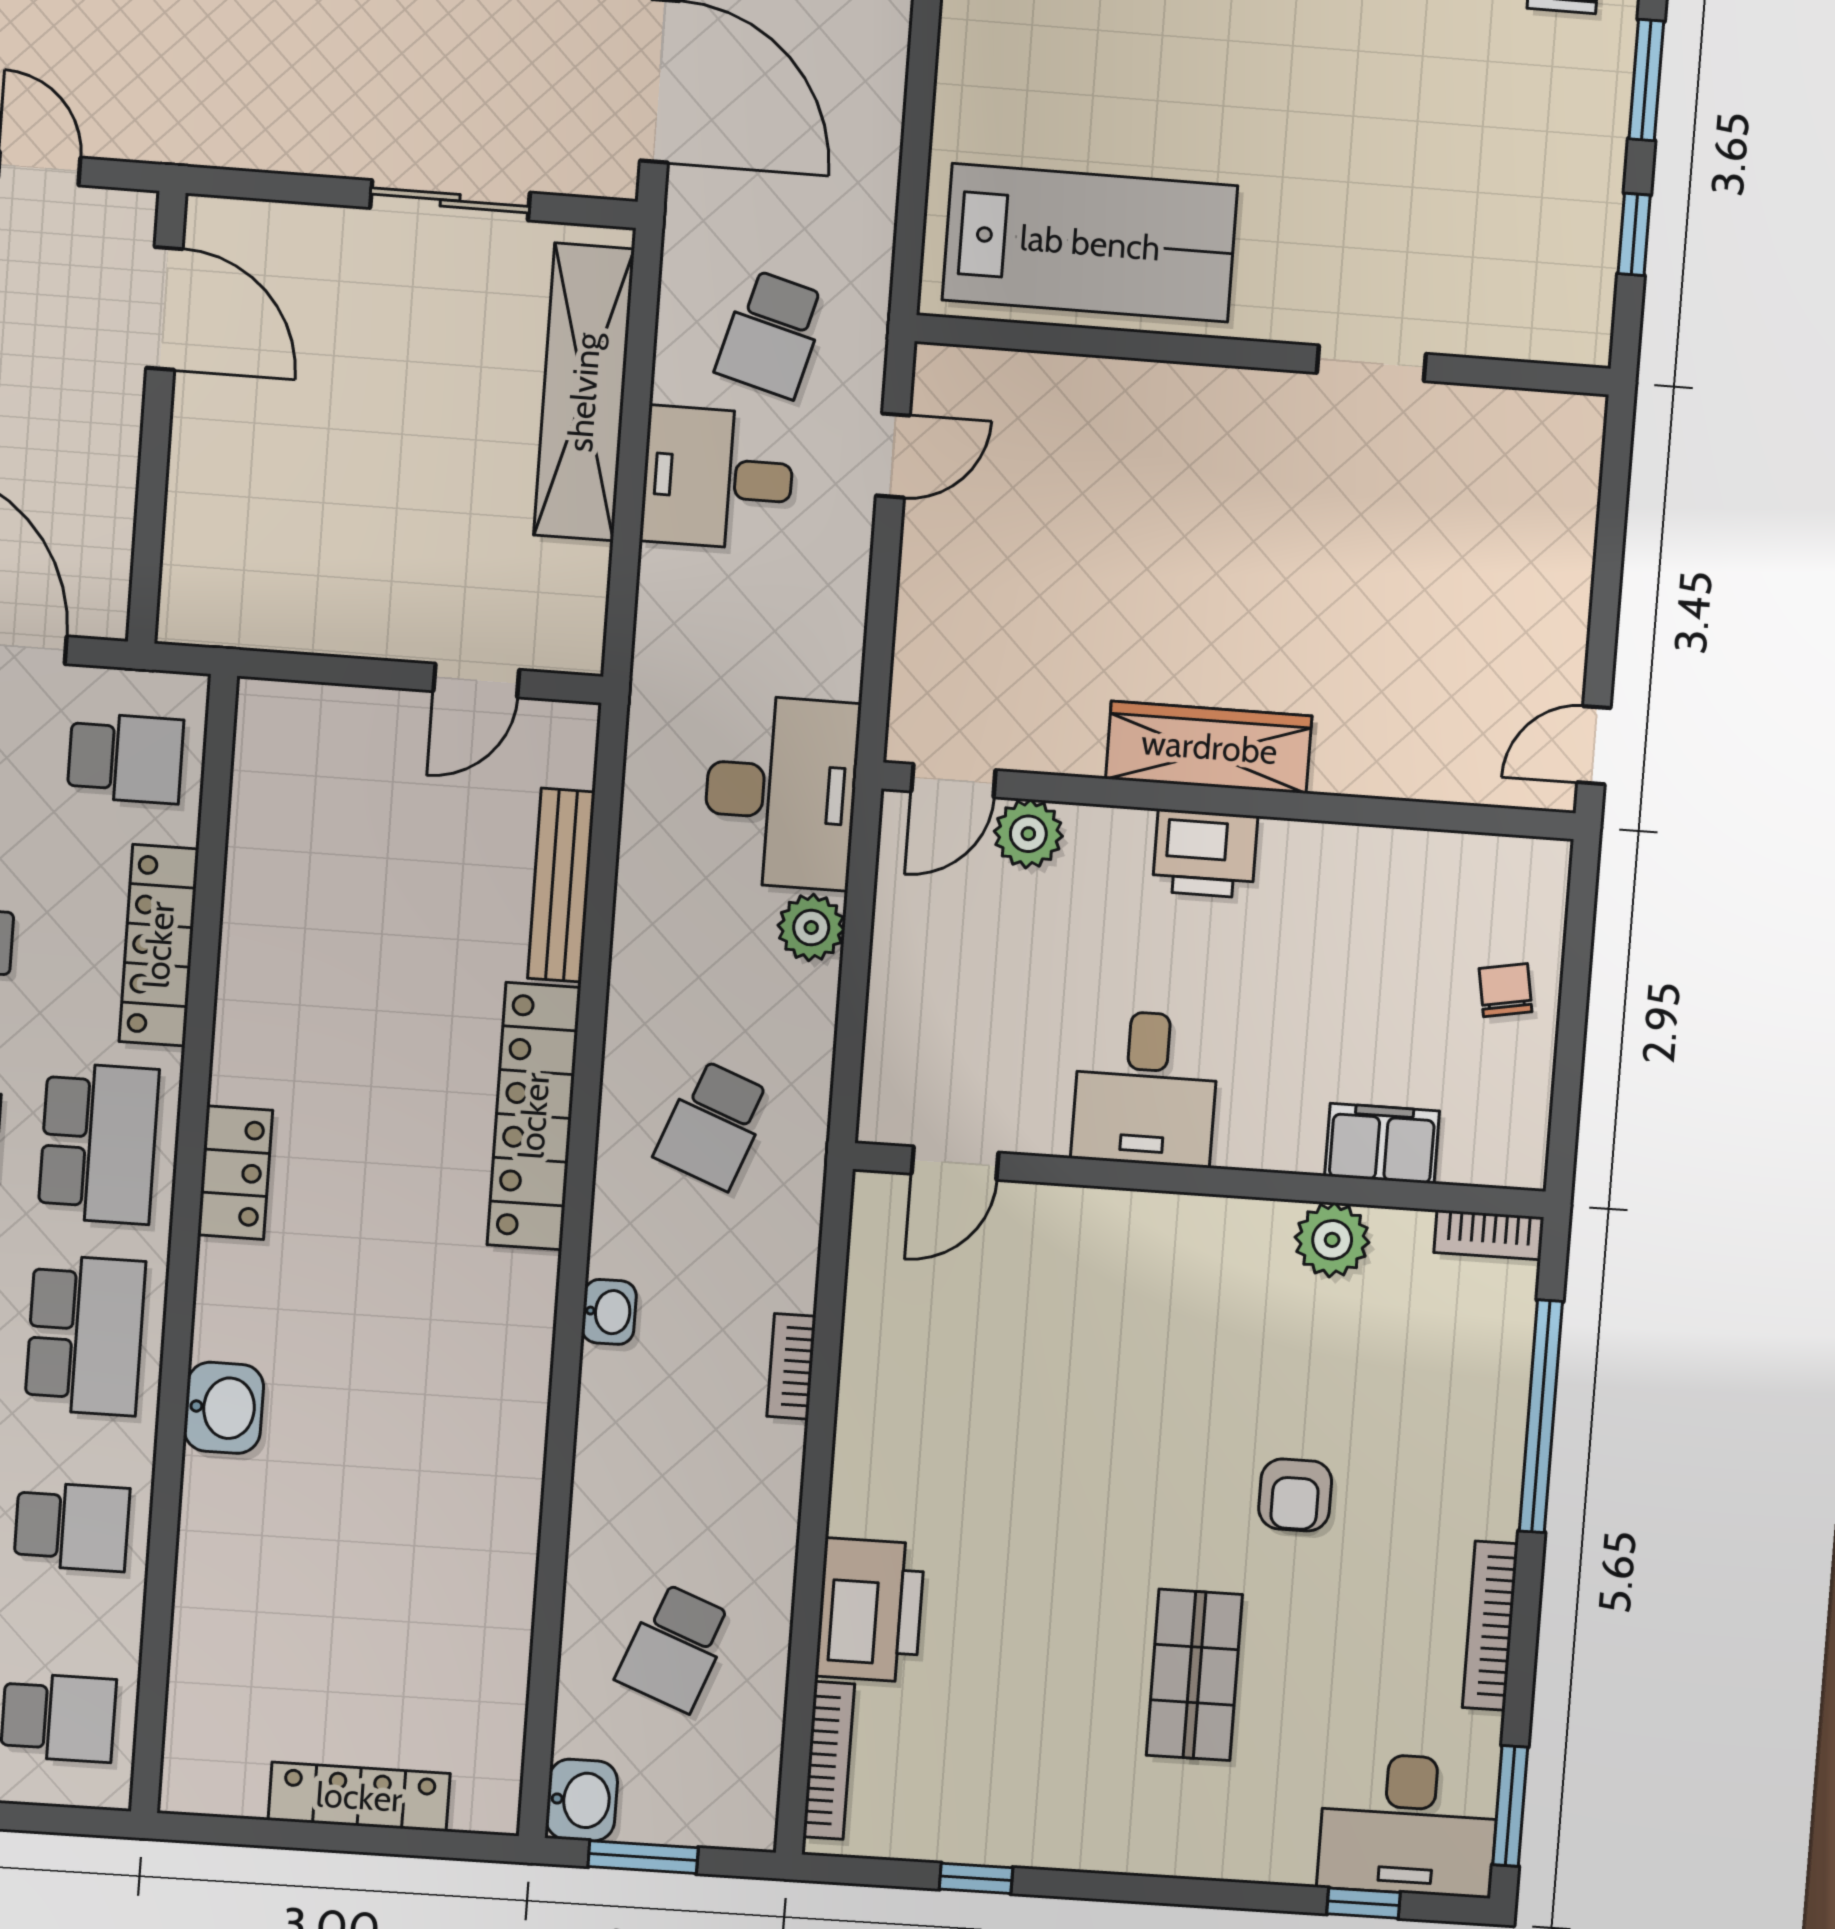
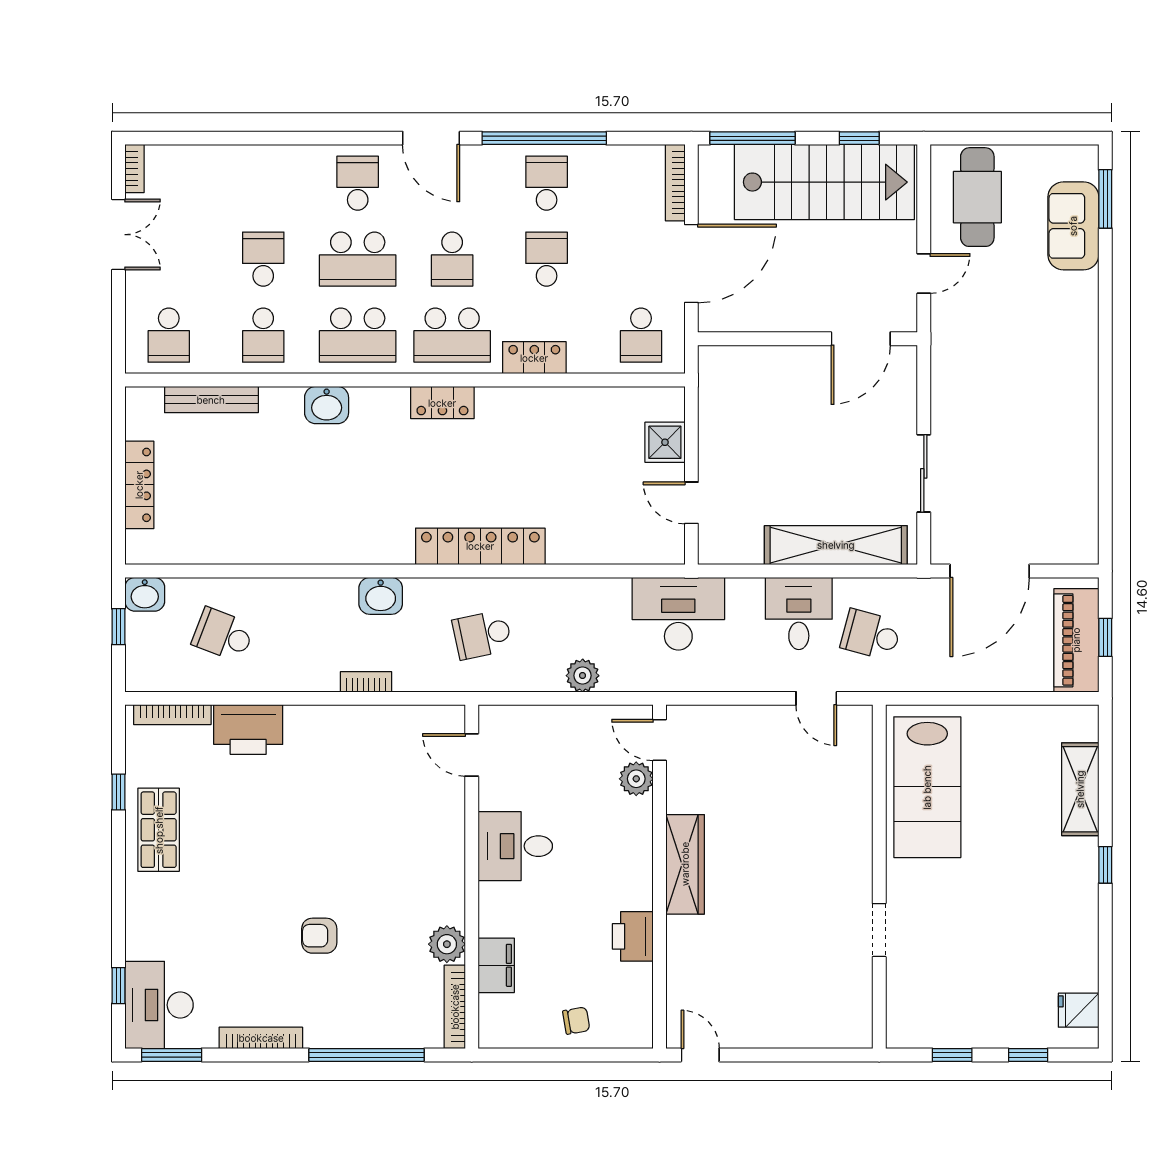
window: (1646, 80) -> (1028, 1055), width x0.67
shower: (349, 725) -> (665, 442), added
desk: (781, 792) -> (678, 614), moved, turned 180
printer: (1205, 854) -> (633, 936), moved
bench: (561, 885) -> (211, 400), moved
locker: (159, 945) -> (534, 358), width x0.66
school desk: (714, 1125) -> (482, 635), turned -33
bookcase: (1489, 1235) -> (455, 1007), width x1.56
washbasin: (609, 1312) -> (381, 596), width x1.38, depth x1.45
shop shelf: (1194, 1675) -> (159, 830), moved, turned 90
window: (643, 1857) -> (118, 627), width x0.67

